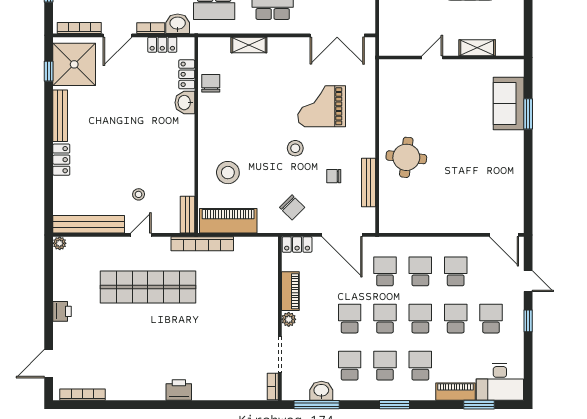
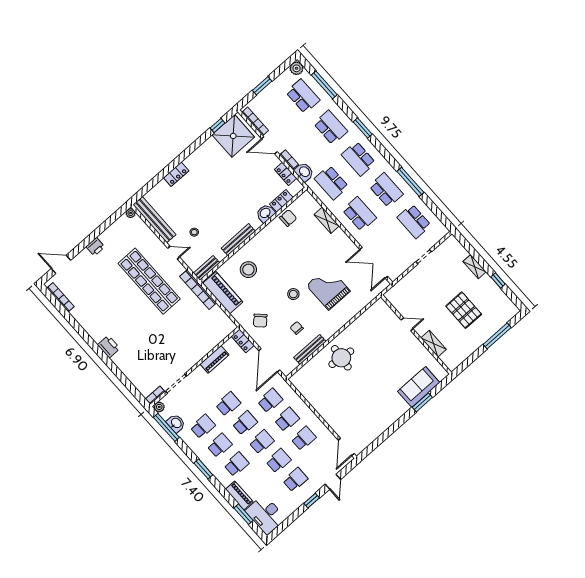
bench: (60, 116) -> (238, 240), moved
plant: (289, 319) -> (159, 407), moved

